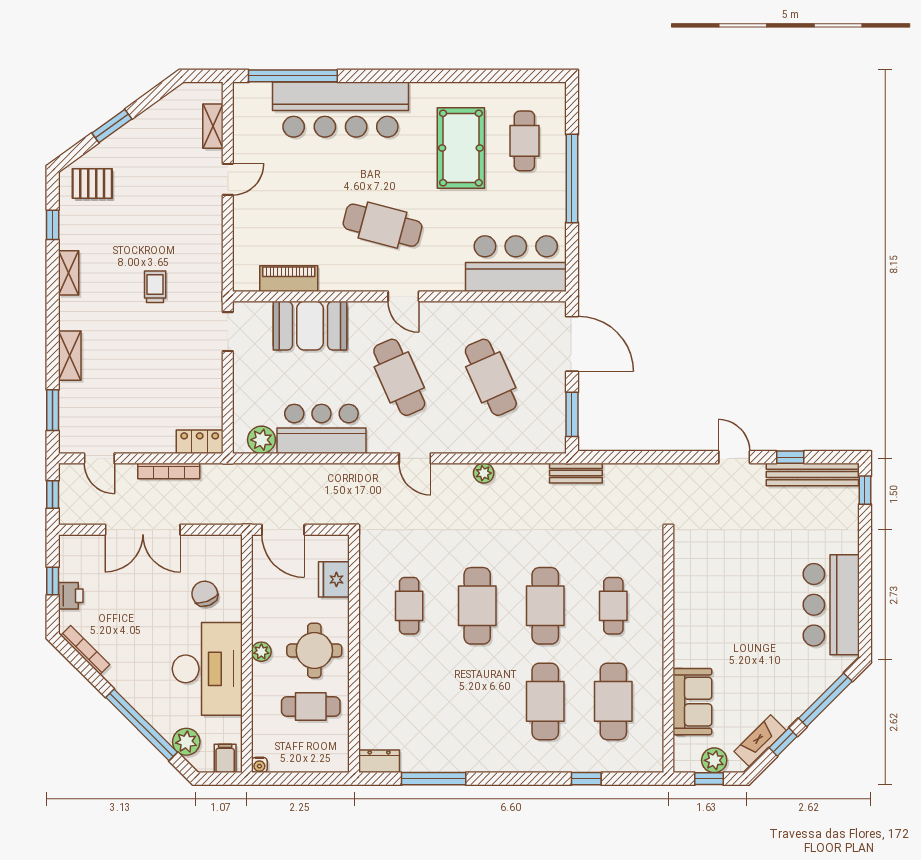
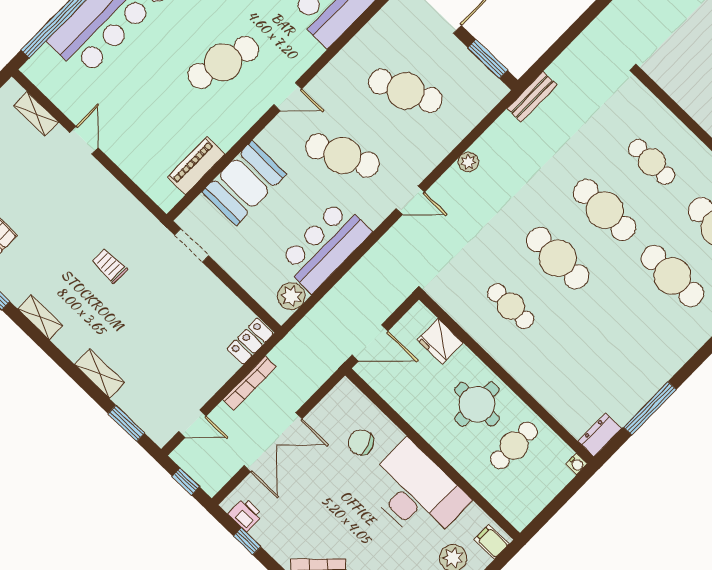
printer: (71, 596) -> (245, 515), moved
plant: (261, 652) -> (441, 443), removed
water cooler: (259, 765) -> (577, 464), moved

